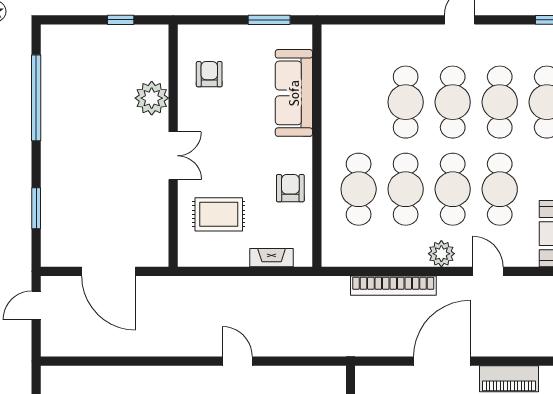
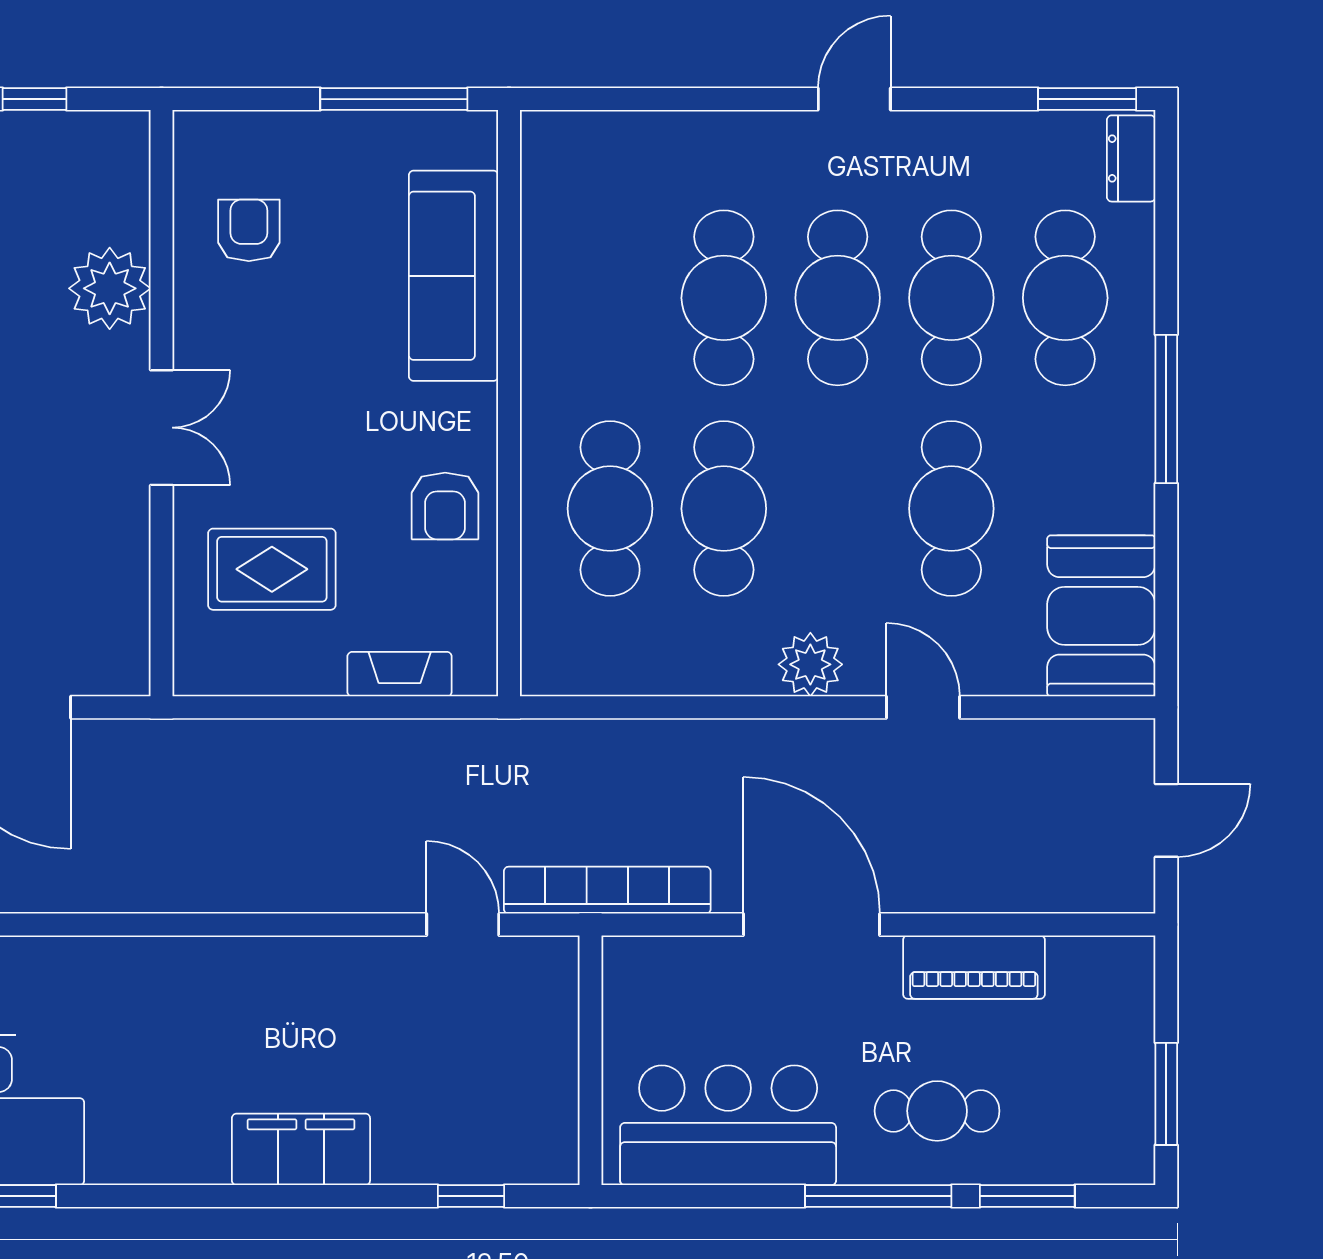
window: (269, 20) -> (394, 99), width x1.44
armchair: (290, 188) -> (445, 506), turned 180
cafe table: (453, 189) -> (838, 509), removed
bookcase: (393, 286) -> (607, 890), moved, turned 180
door: (237, 361) -> (463, 925), moved
door: (442, 361) -> (812, 925), hinge flipped

